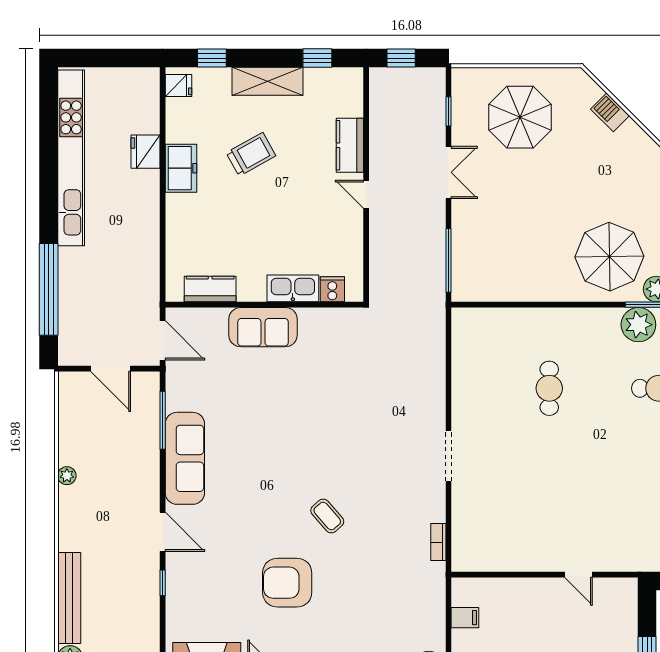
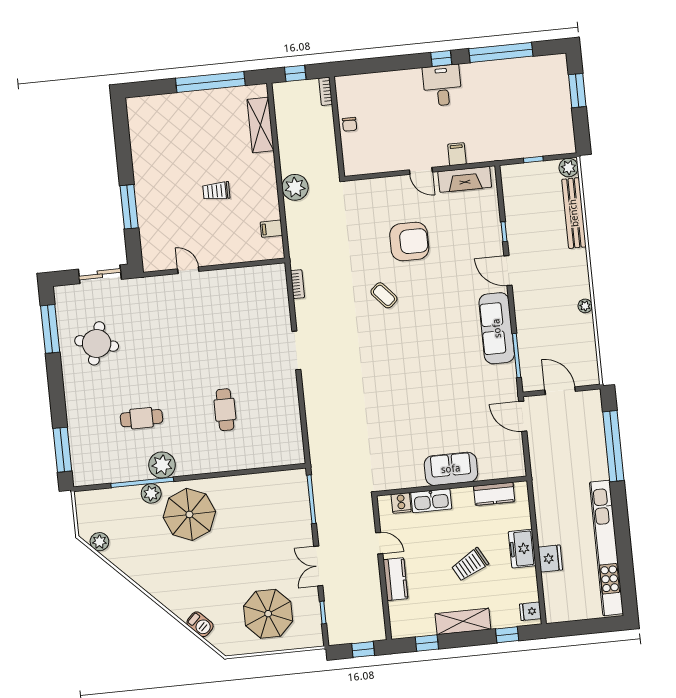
kitchen sink: (293, 288) -> (431, 501), moved
kitchen counter: (210, 289) -> (494, 494), moved
cooker: (332, 289) -> (401, 503), moved
wall: (264, 305) -> (452, 486), moved
sofa: (263, 327) -> (451, 469), moved

